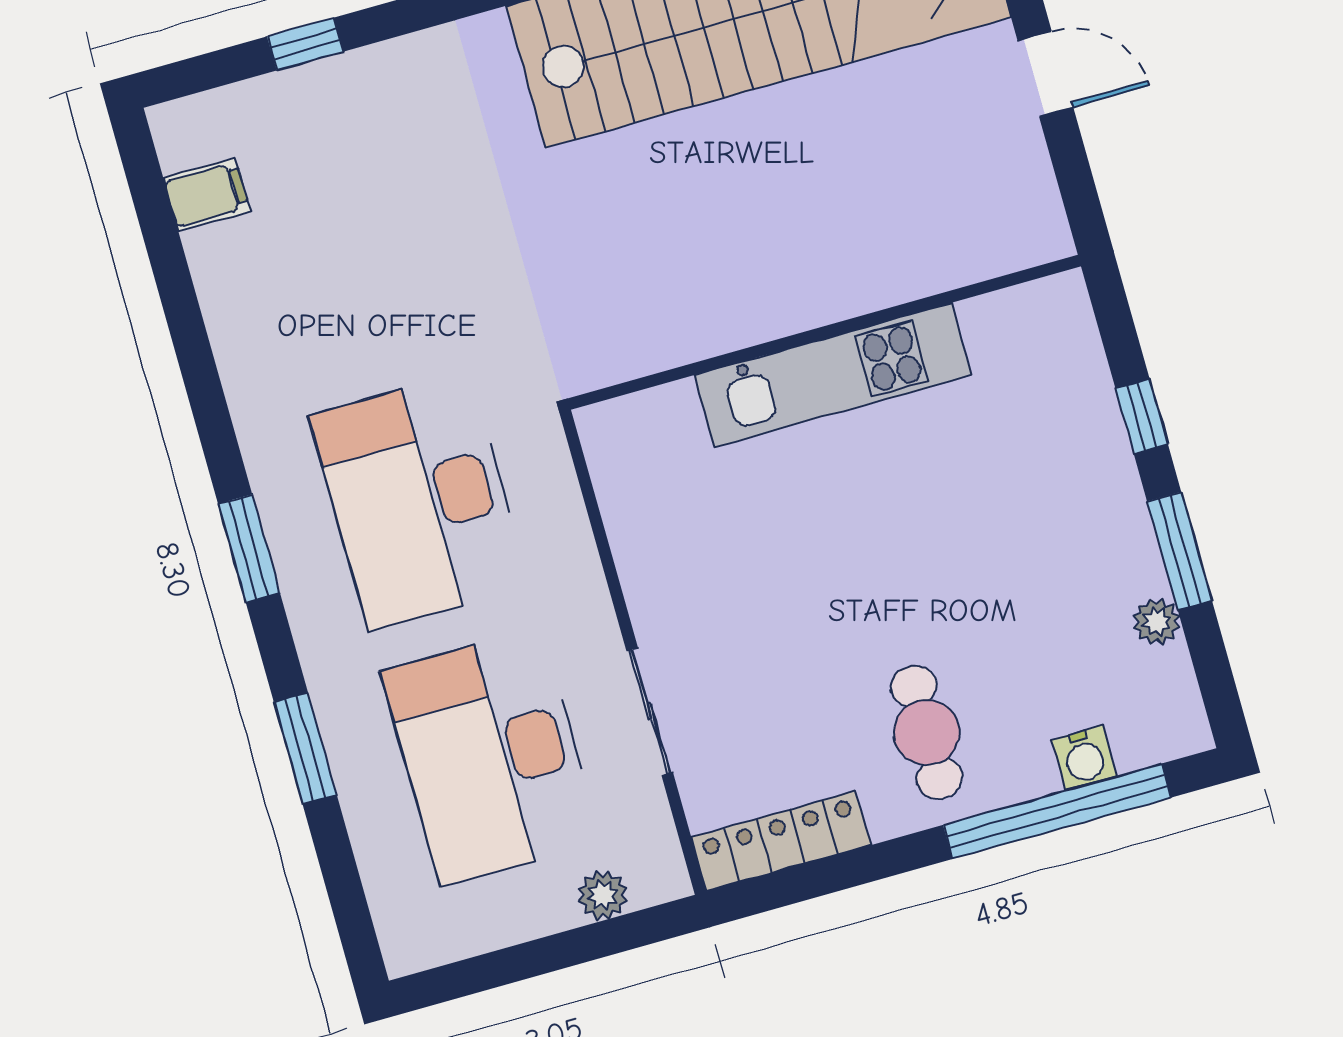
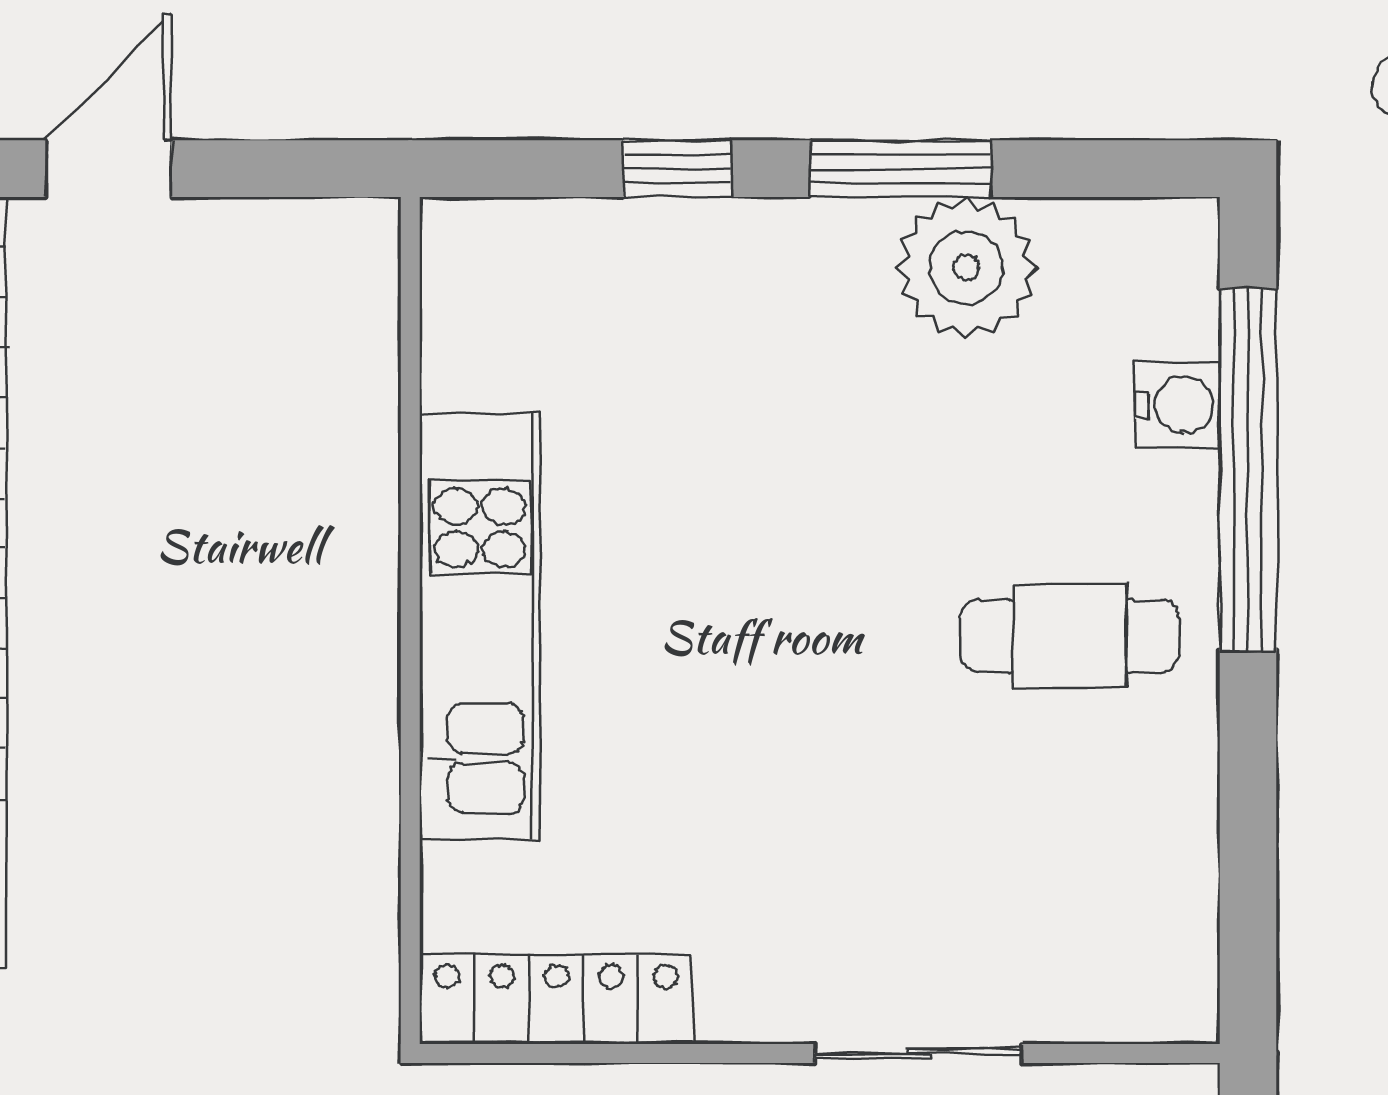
plant: (1157, 622) -> (966, 268), width x1.88, depth x1.88
locker: (781, 841) -> (556, 999), moved, turned 90

